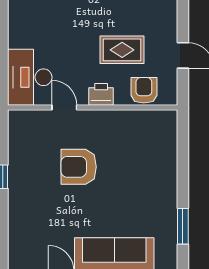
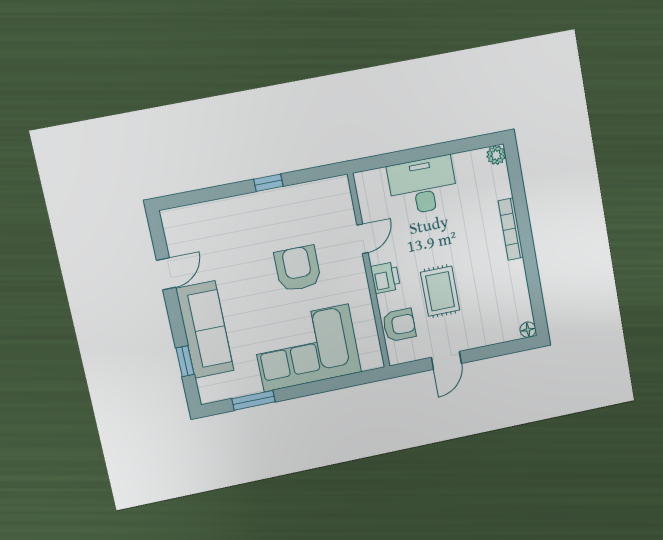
desk: (30, 77) -> (423, 186), moved
corner sofa: (147, 173) -> (306, 348), added

